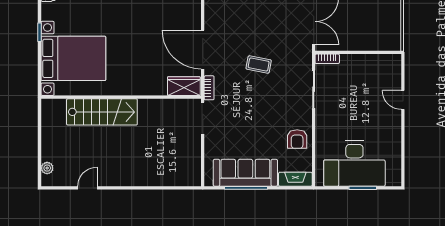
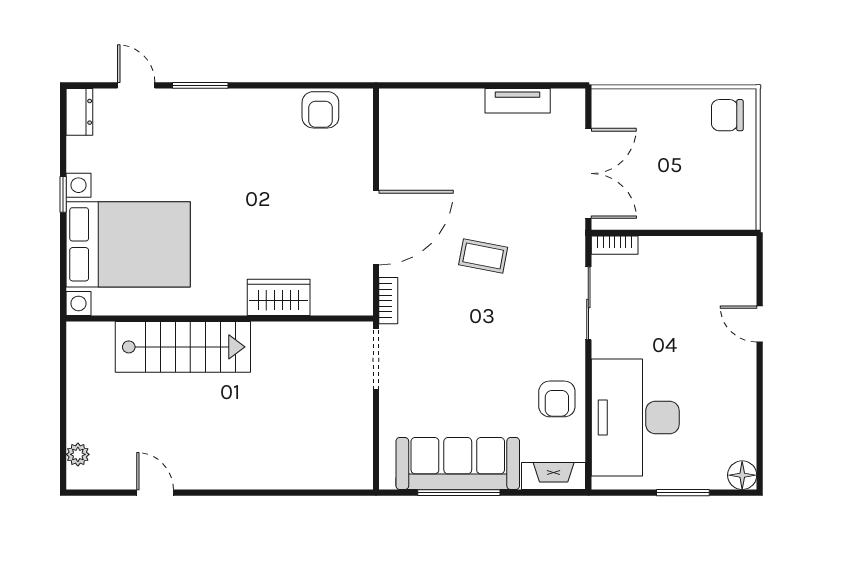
door: (203, 50) -> (376, 228), swing flipped
wardrobe: (184, 86) -> (279, 297), moved
desk: (354, 164) -> (635, 418), moved, turned 90
floor lamp: (394, 179) -> (742, 475), added
door: (87, 188) -> (155, 493), hinge flipped

